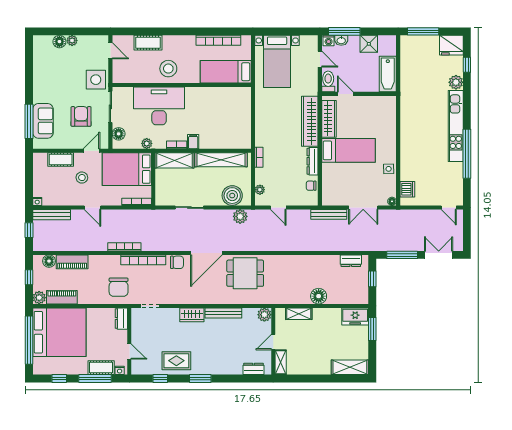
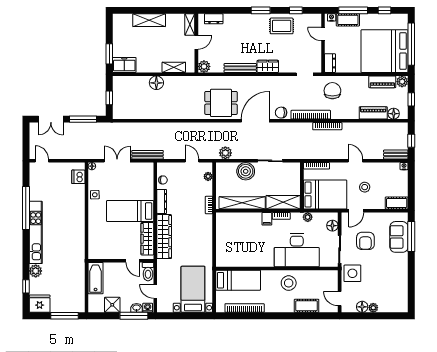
floor lamp: (59, 42) -> (362, 307), moved
cot: (61, 160) -> (397, 203), moved
boiler: (232, 196) -> (246, 171), moved
bench: (52, 215) -> (396, 155), width x0.73
dresser: (351, 261) -> (128, 114), removed
shelving: (350, 367) -> (149, 20), moved

